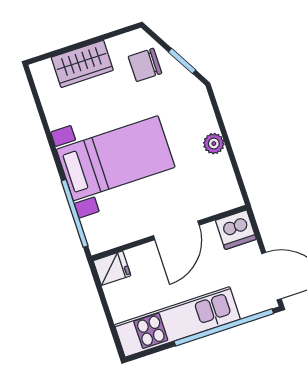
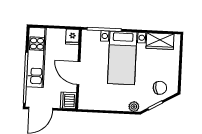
wardrobe: (82, 64) -> (160, 41), moved, turned -90
chair: (145, 65) -> (160, 88), turned 80
plant: (214, 144) -> (134, 107), moved

